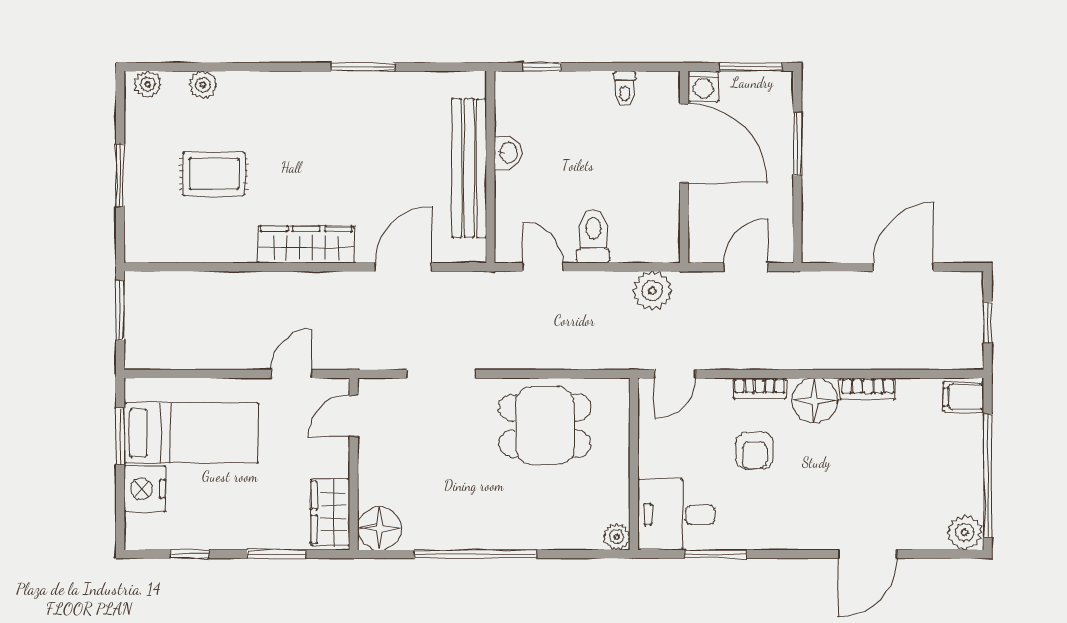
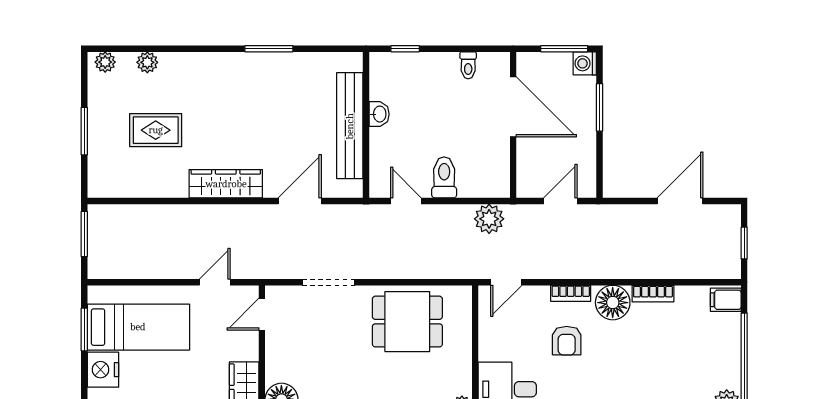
washing machine: (703, 86) -> (585, 63), moved, turned 90

